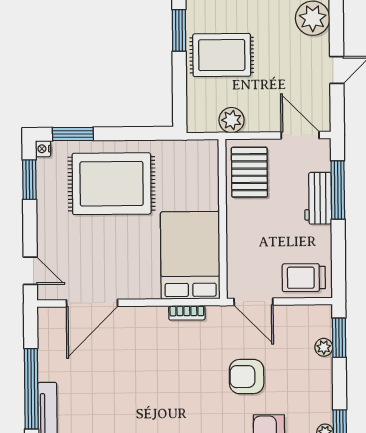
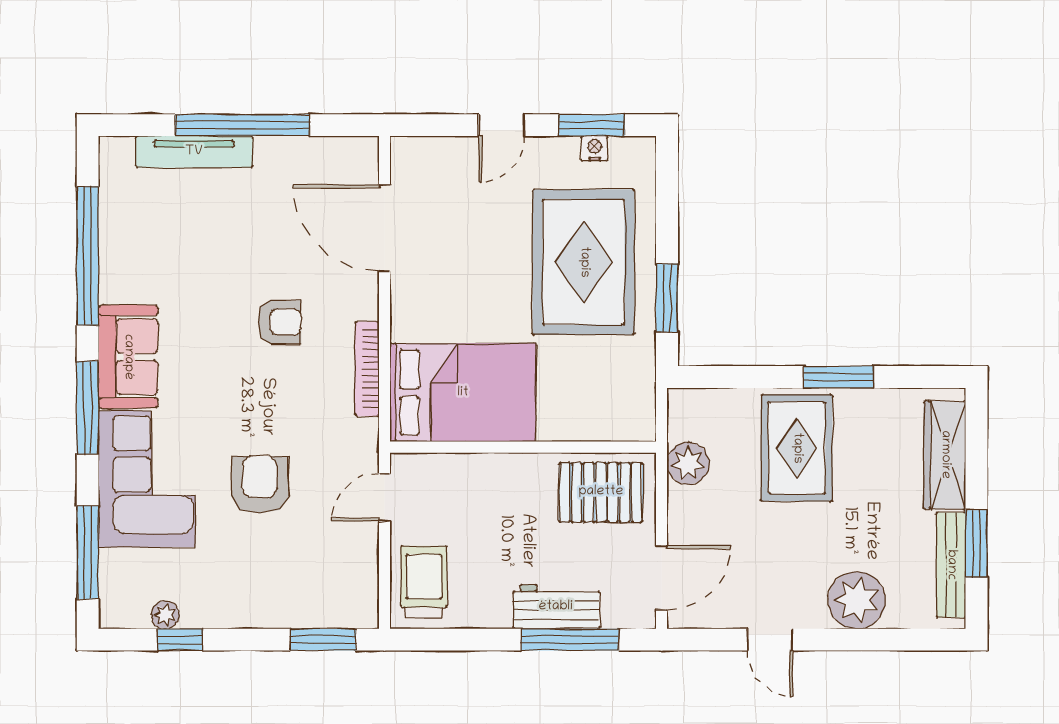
window: (73, 134) -> (667, 298), moved
nightstand: (43, 149) -> (594, 148), moved
door: (30, 271) -> (502, 125), moved
door: (253, 302) -> (384, 497), width x0.73
bookcase: (187, 313) -> (367, 369), width x1.56
plant: (324, 347) -> (307, 614), removed
armchair: (149, 366) -> (279, 322), added

